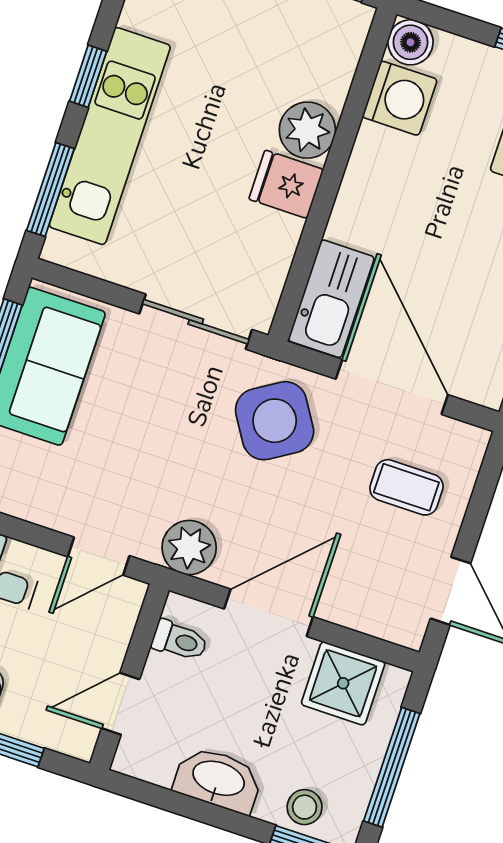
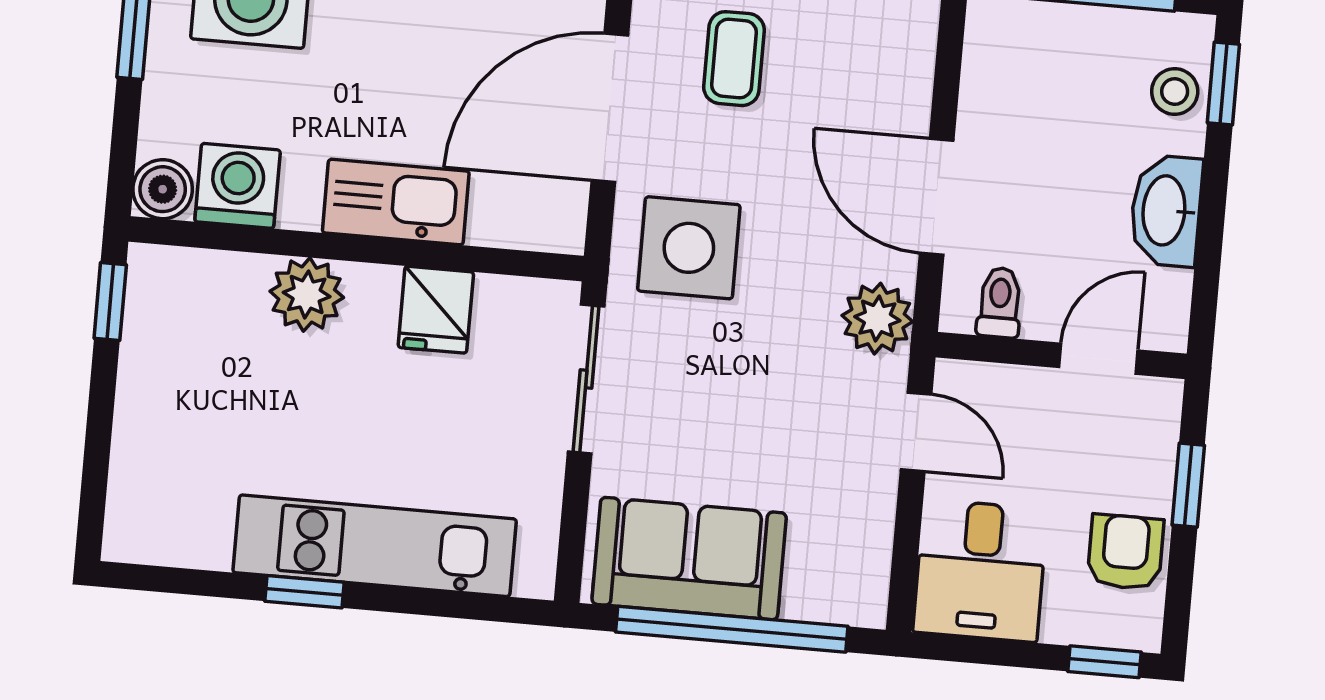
fridge: (286, 184) -> (436, 310), moved
window: (50, 190) -> (461, 606), removed
kitchen sink: (331, 299) -> (396, 202), moved
side table: (275, 421) -> (689, 248), turned 32
shower: (343, 683) -> (1004, 80), removed
door: (121, 704) -> (1098, 359), swing flipped

